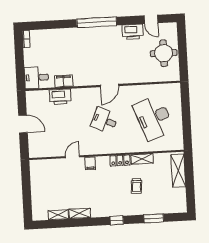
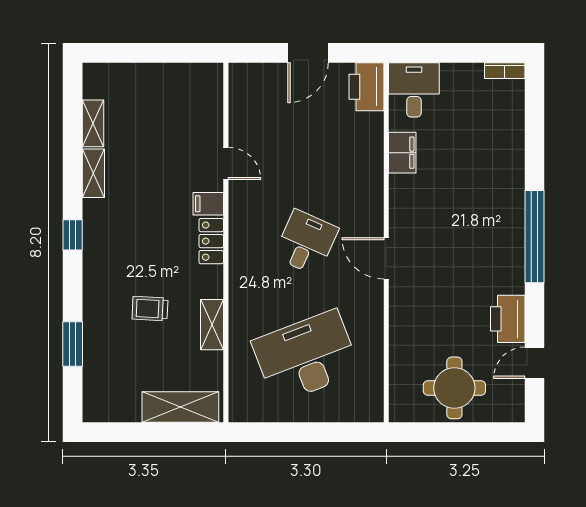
printer: (60, 97) -> (366, 87), moved
locker: (120, 160) -> (211, 241), moved
window: (117, 220) -> (73, 235), moved

